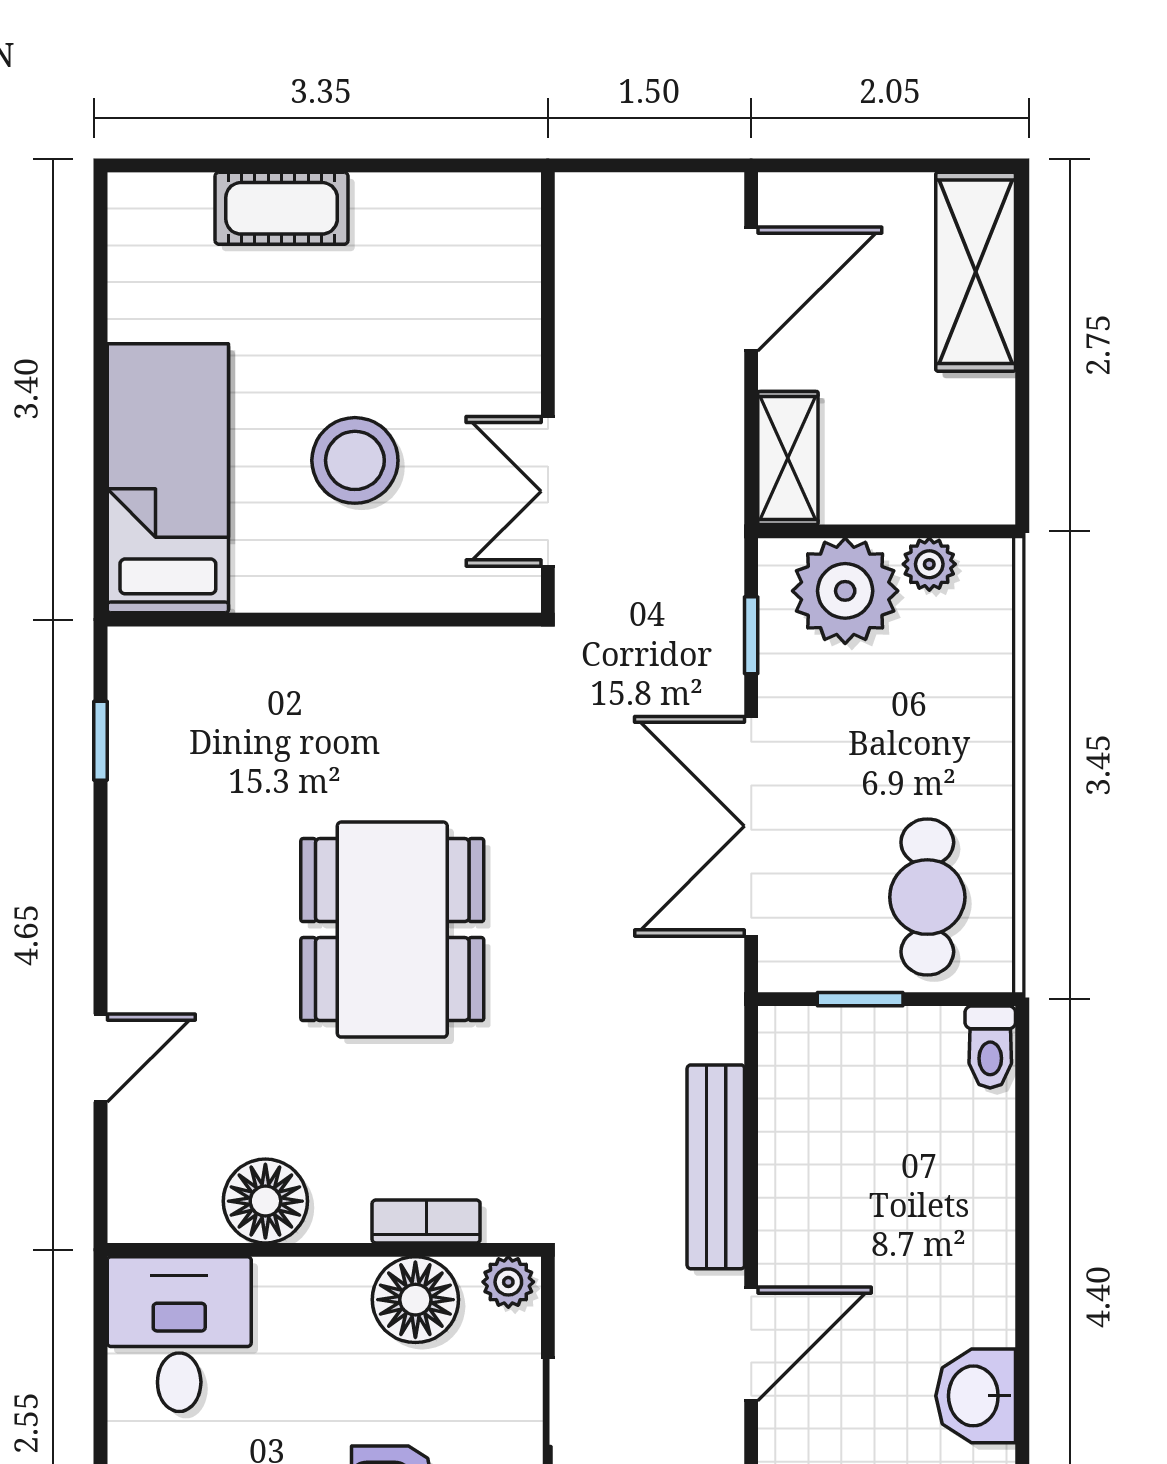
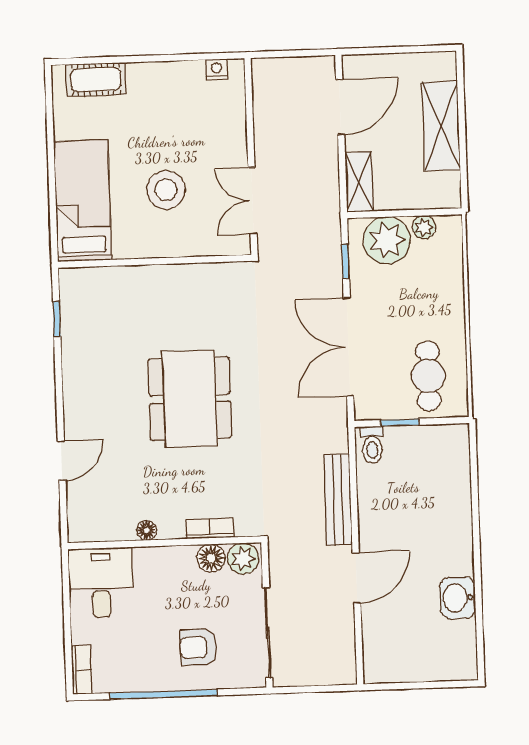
nightstand: (478, 195) -> (217, 69), added
cot: (282, 208) -> (96, 80), moved
shelving: (976, 272) -> (441, 126), moved
toilet: (990, 1047) -> (372, 445), moved
floor lamp: (265, 1201) -> (147, 530), width x0.53, depth x0.53
plant: (508, 1282) -> (243, 559), width x1.38, depth x1.38
floor lamp: (415, 1300) -> (211, 558), width x0.73, depth x0.73

